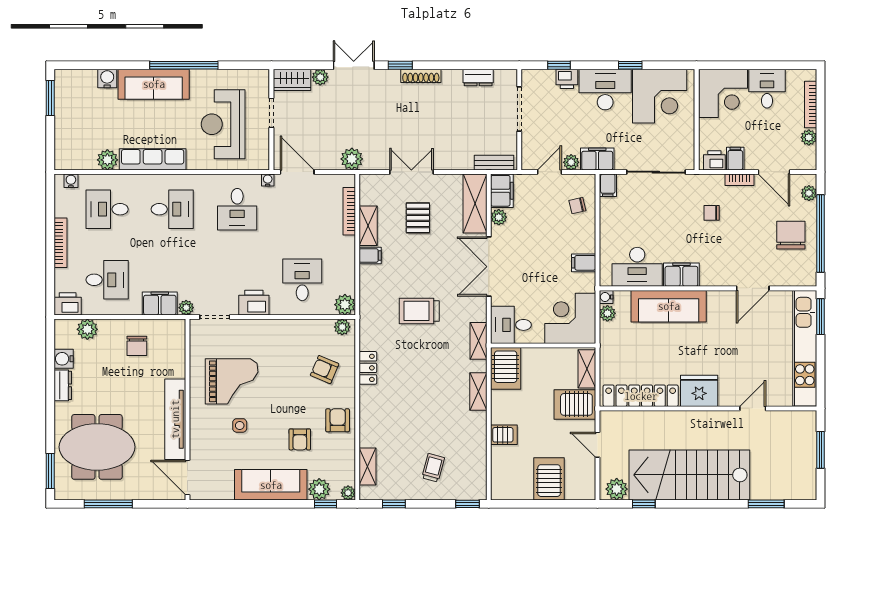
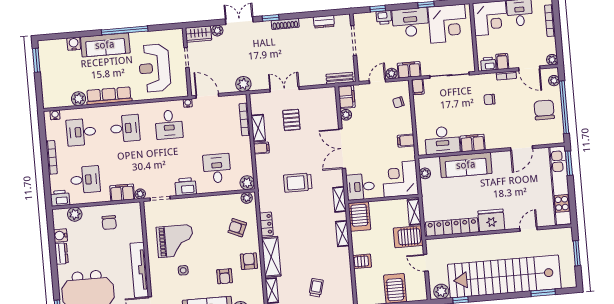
plant: (809, 137) -> (552, 60), moved
shelving: (475, 204) -> (271, 257), moved
water cooler: (606, 297) -> (423, 162), removed
stairs: (689, 475) -> (504, 276), width x1.36

